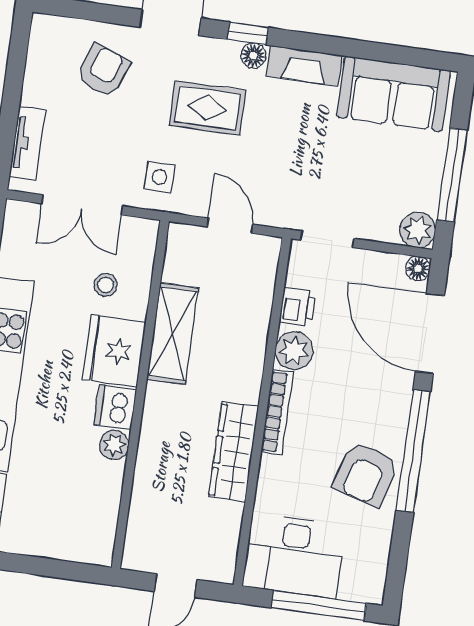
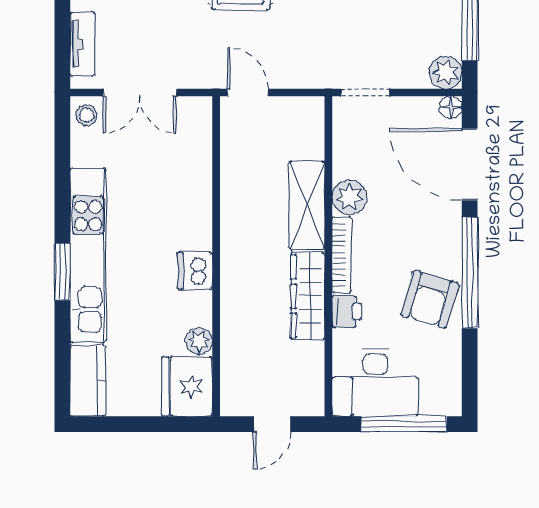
side table: (160, 177) -> (206, 58), removed
door: (230, 226) -> (248, 93), moved
stool: (106, 285) -> (86, 115), moved
printer: (297, 307) -> (347, 311), moved
shelving: (173, 334) -> (307, 205), moved
fridge: (114, 351) -> (187, 387), moved
plant: (114, 445) -> (199, 341), moved

